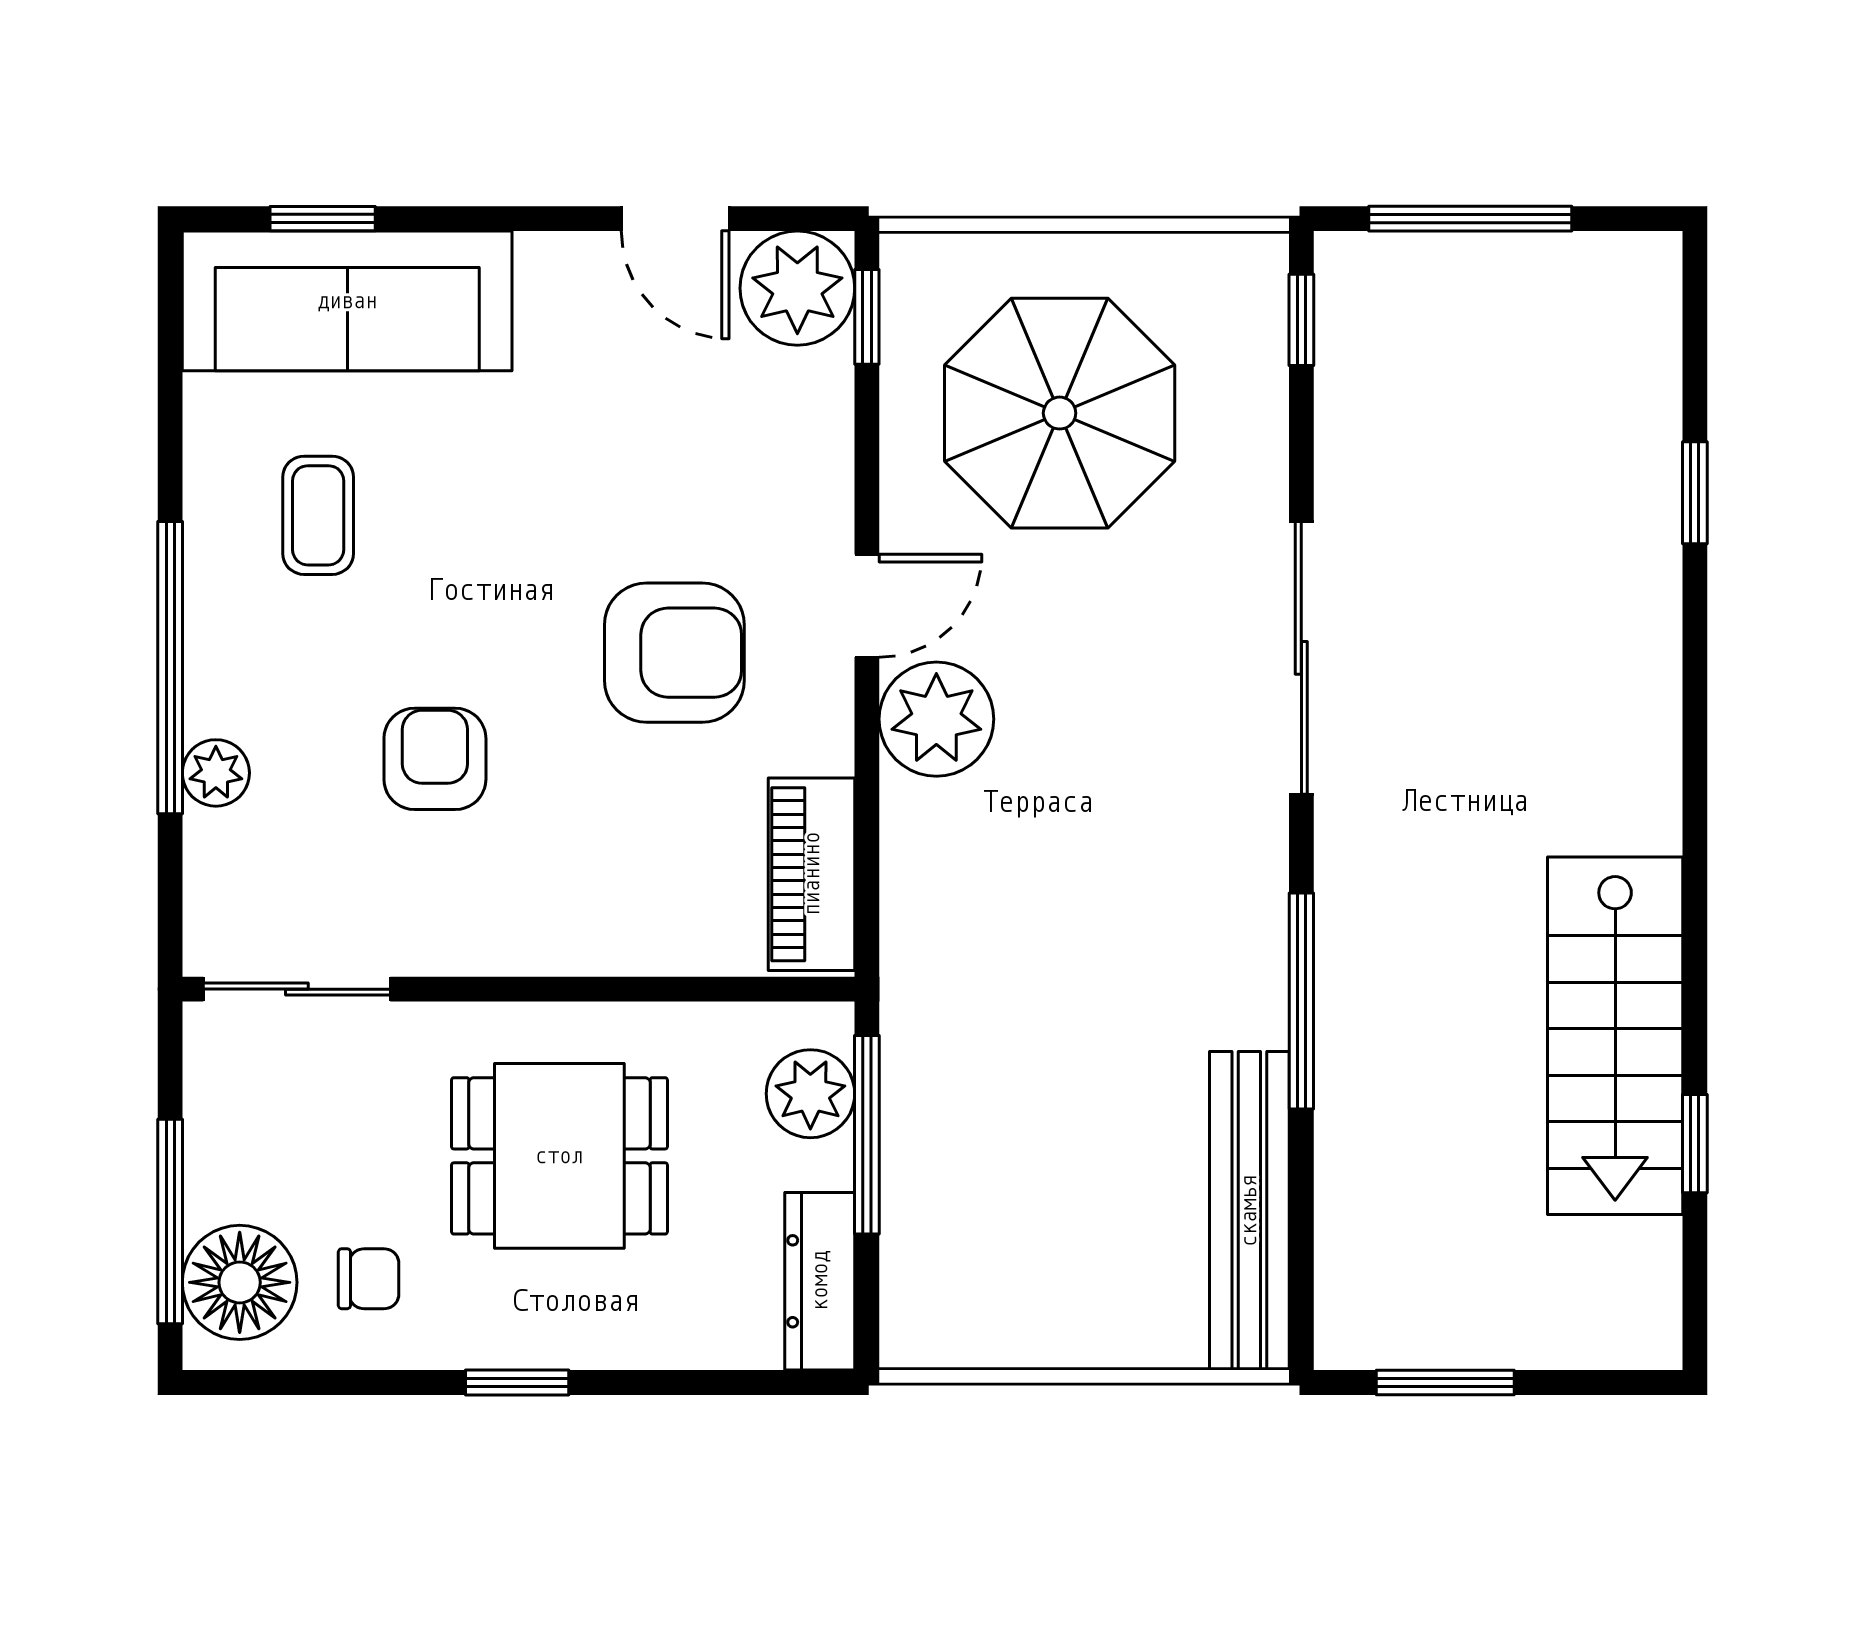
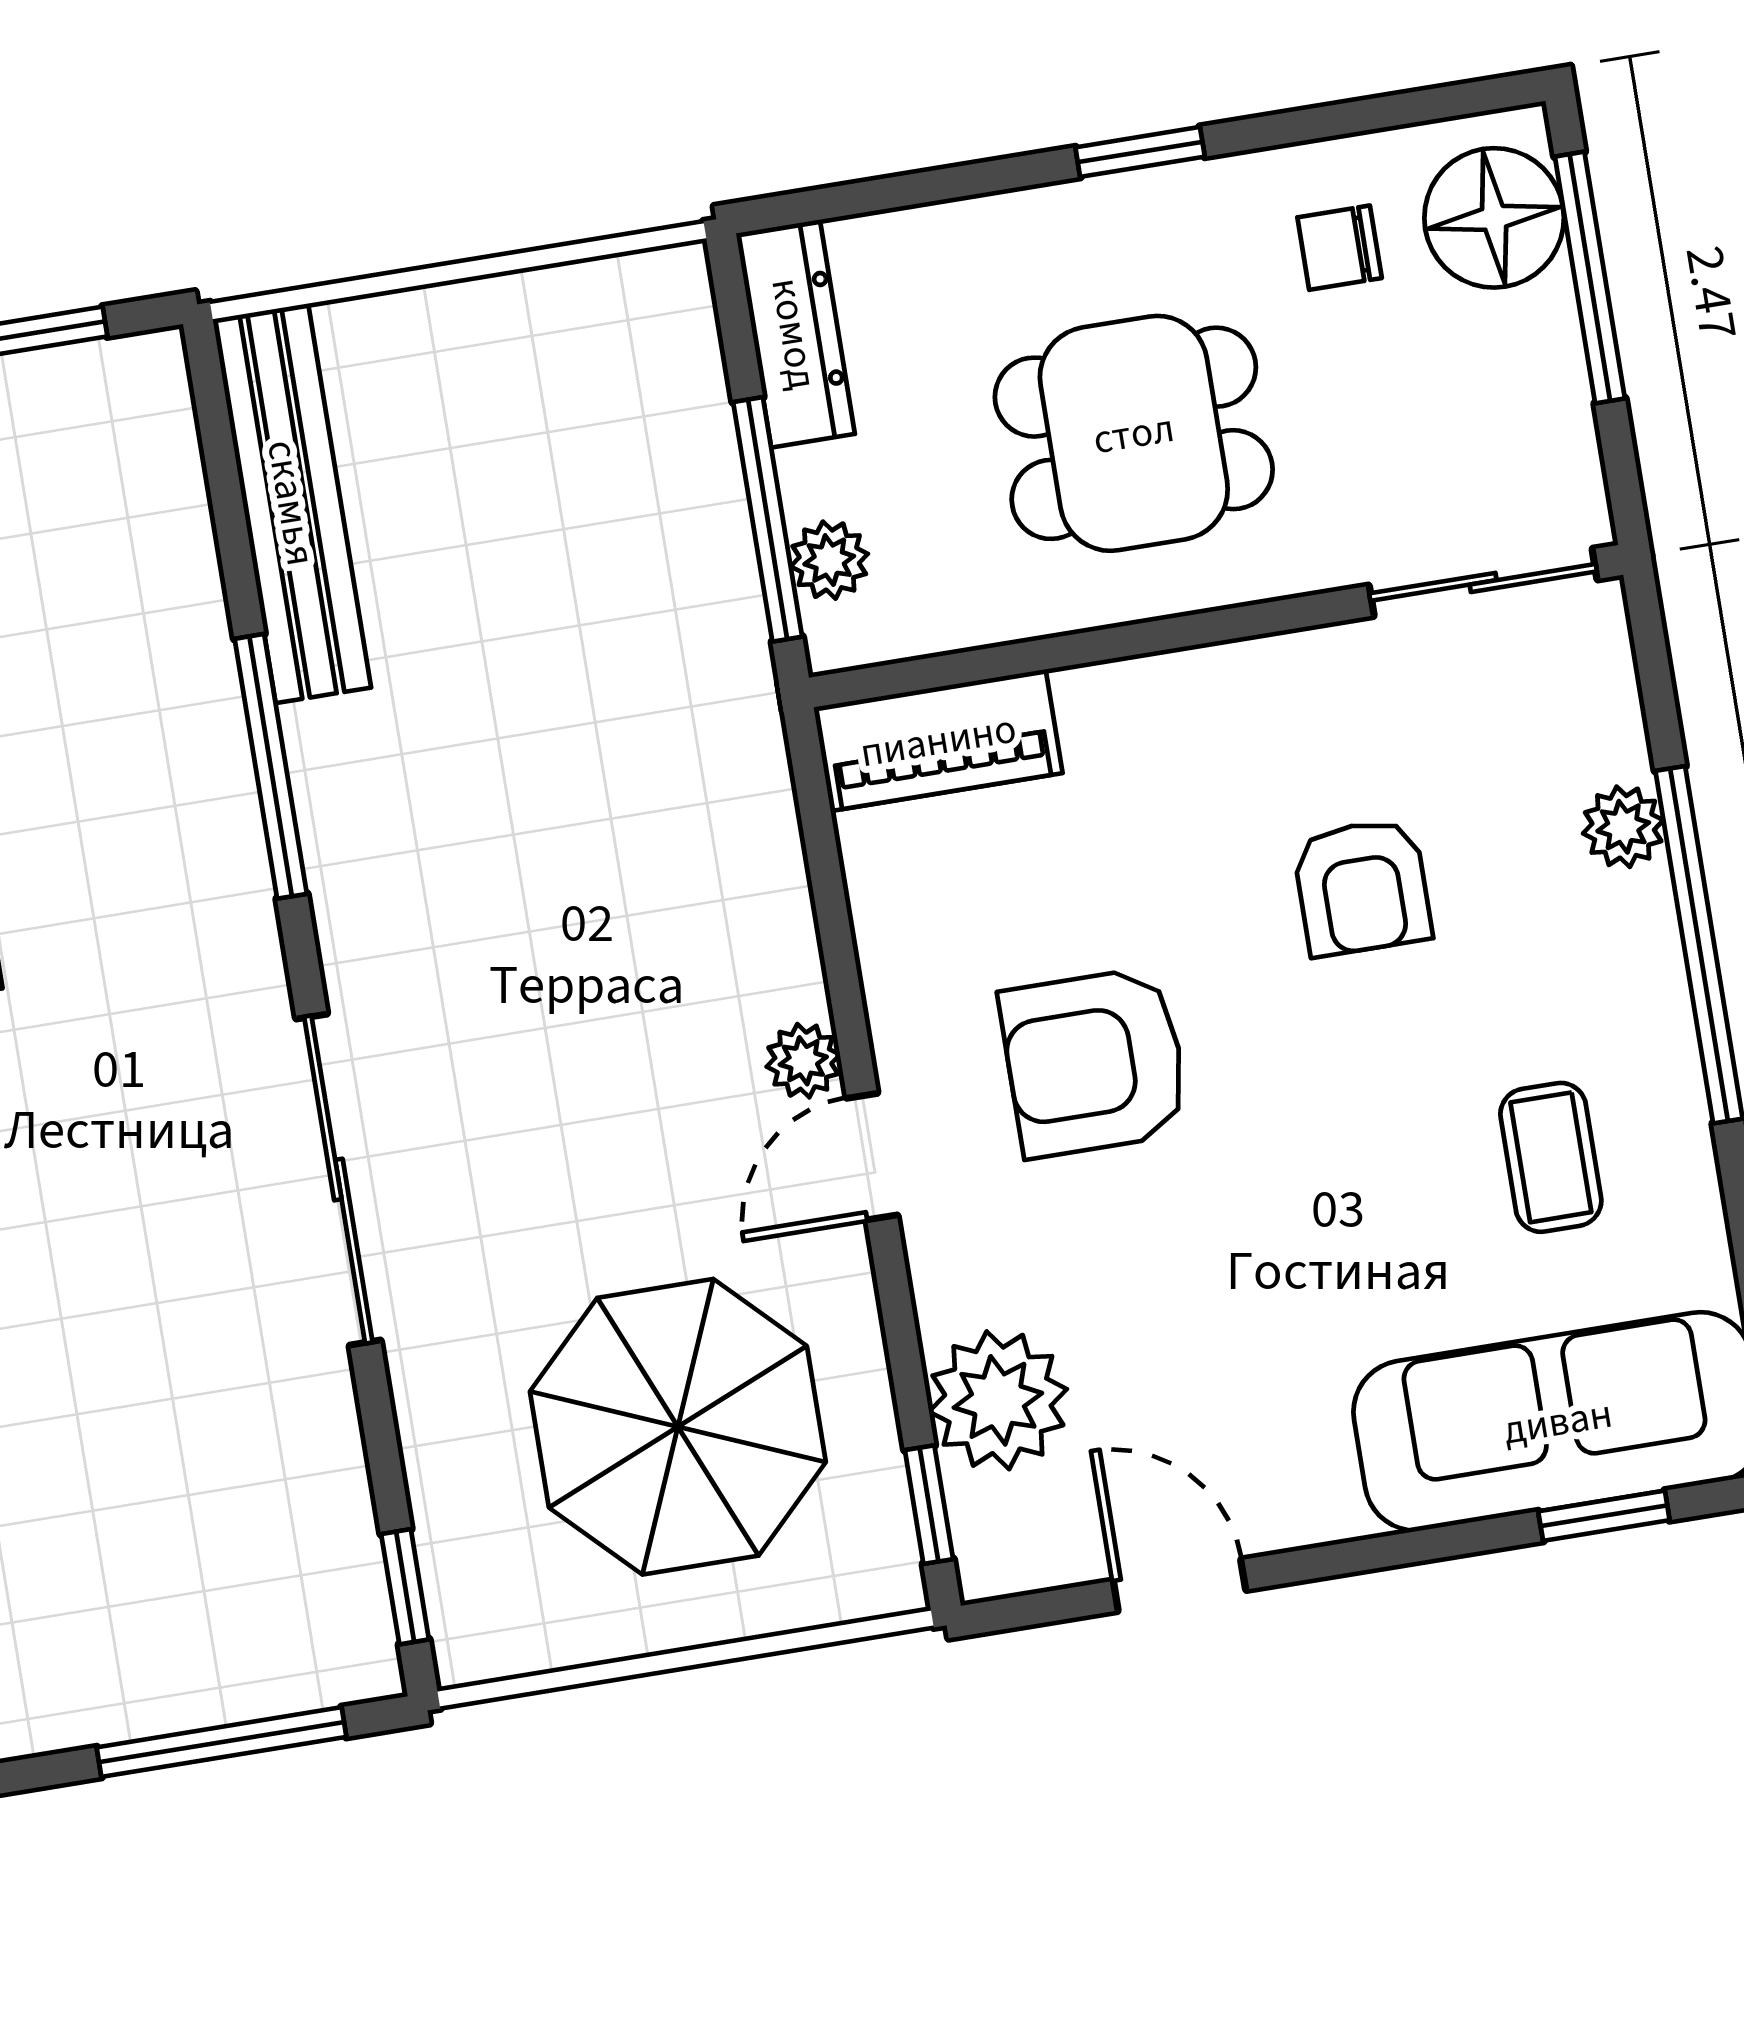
plant: (797, 288) -> (998, 1400), moved
plant: (936, 719) -> (803, 1061), width x0.53, depth x0.53
piano: (812, 874) -> (938, 740), moved, turned 90
plant: (810, 1094) -> (829, 560), width x0.73, depth x0.73

